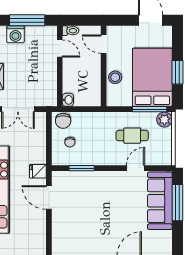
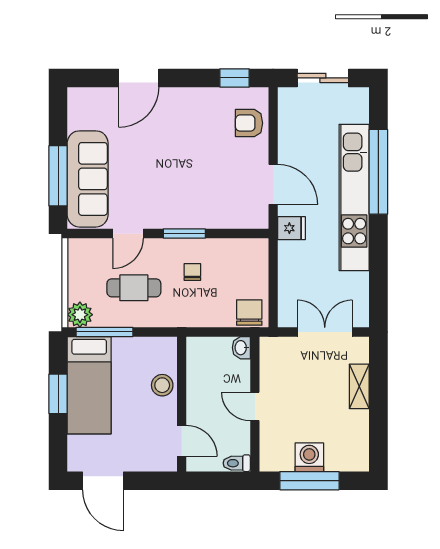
washing machine: (15, 34) -> (309, 457), moved
door: (60, 48) -> (255, 406), moved
bed: (152, 77) -> (89, 385), width x0.67
chair: (70, 142) -> (192, 272), moved
window: (82, 168) -> (184, 234), moved
armchair: (63, 234) -> (249, 123), added

